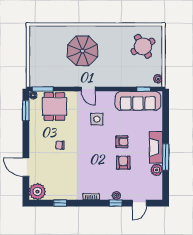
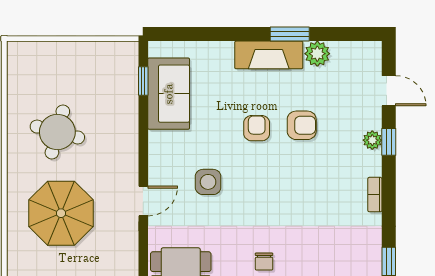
round table: (143, 46) -> (57, 132), moved, turned 45
plant: (158, 79) -> (121, 51), removed
sofa: (138, 101) -> (169, 94), width x0.73
window: (166, 157) -> (290, 34), width x0.69
armchair: (123, 163) -> (302, 125), turned 180

